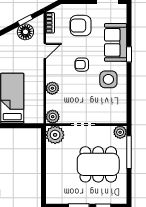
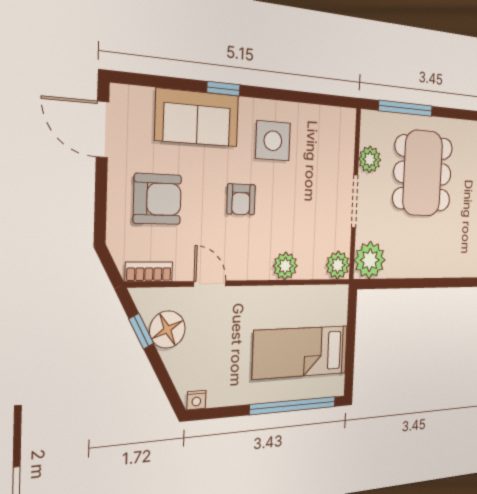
armchair: (81, 26) -> (157, 199), turned -90
plant: (120, 132) -> (370, 159), moved

